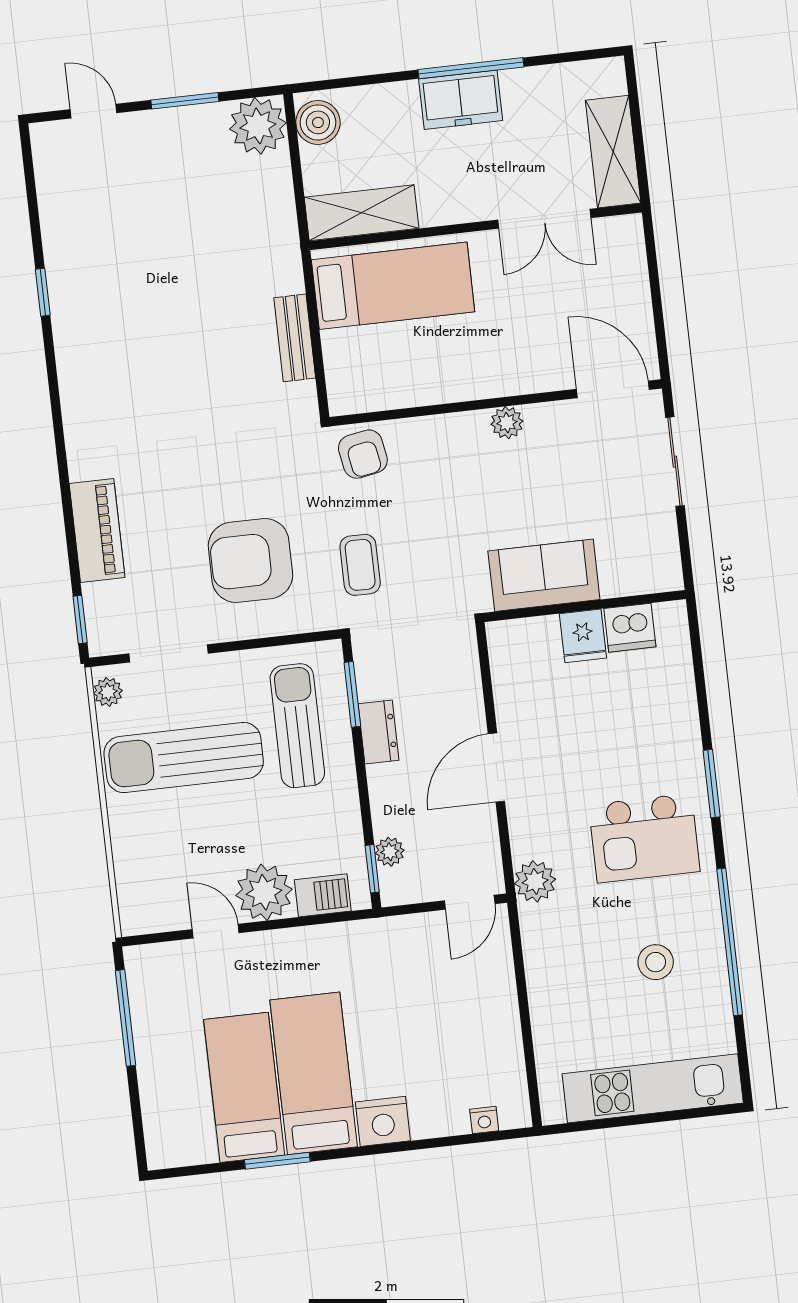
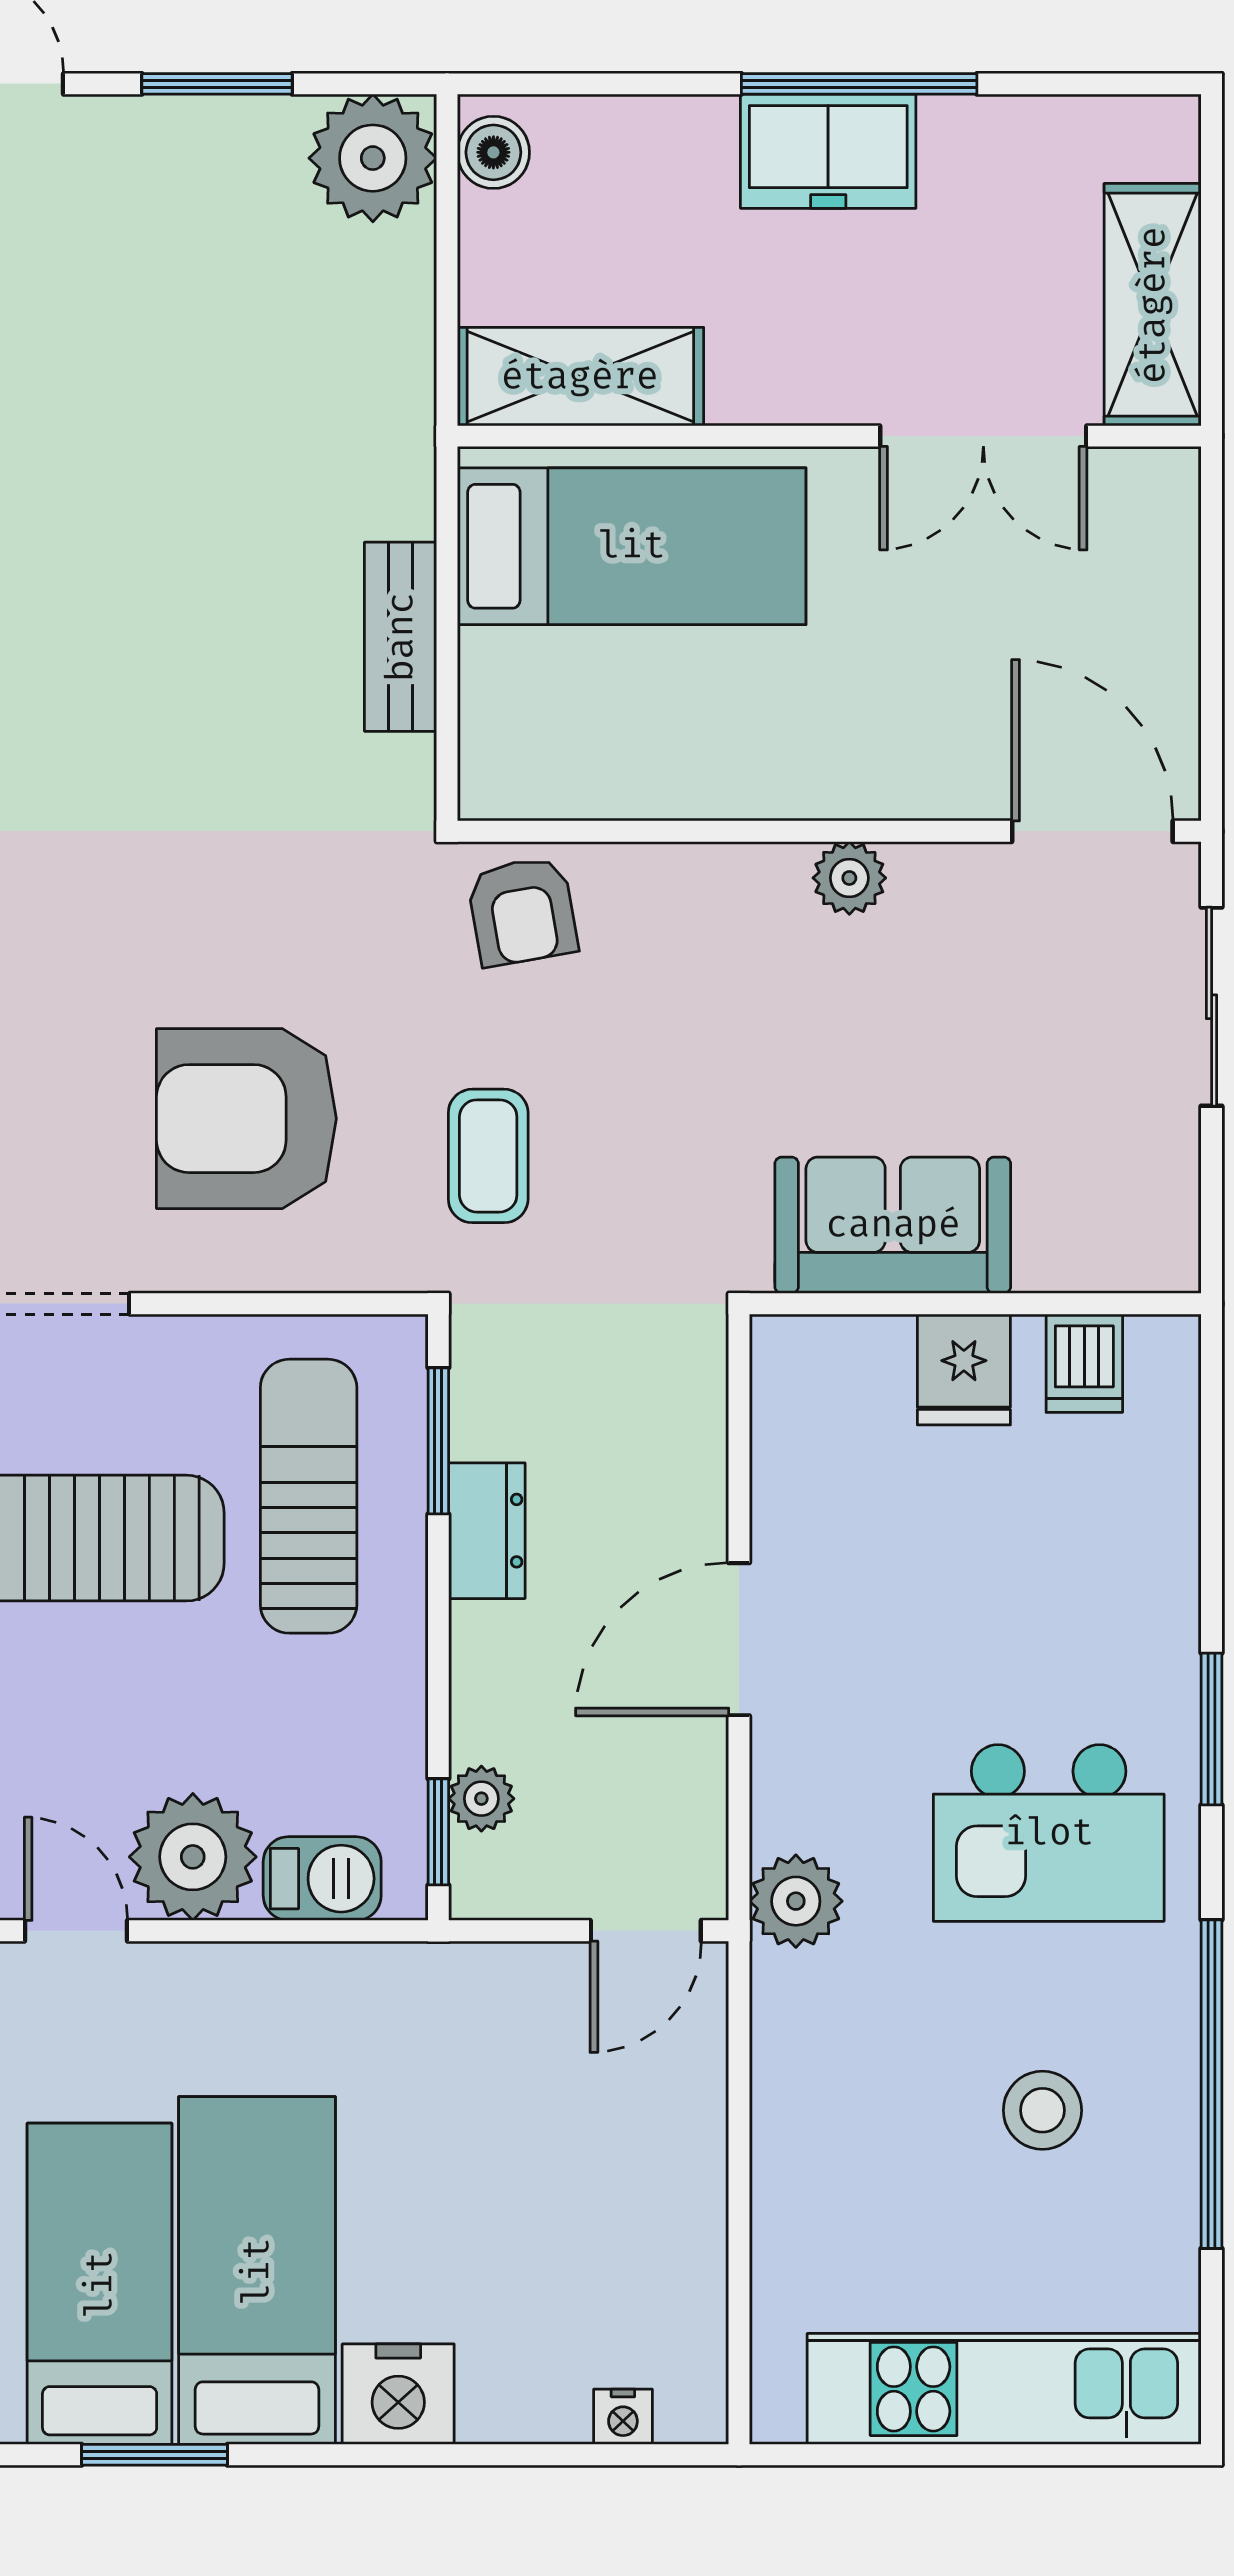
boiler: (318, 122) -> (493, 152), width x0.73, depth x0.73
dishwasher: (630, 628) -> (1084, 1363), width x0.73

